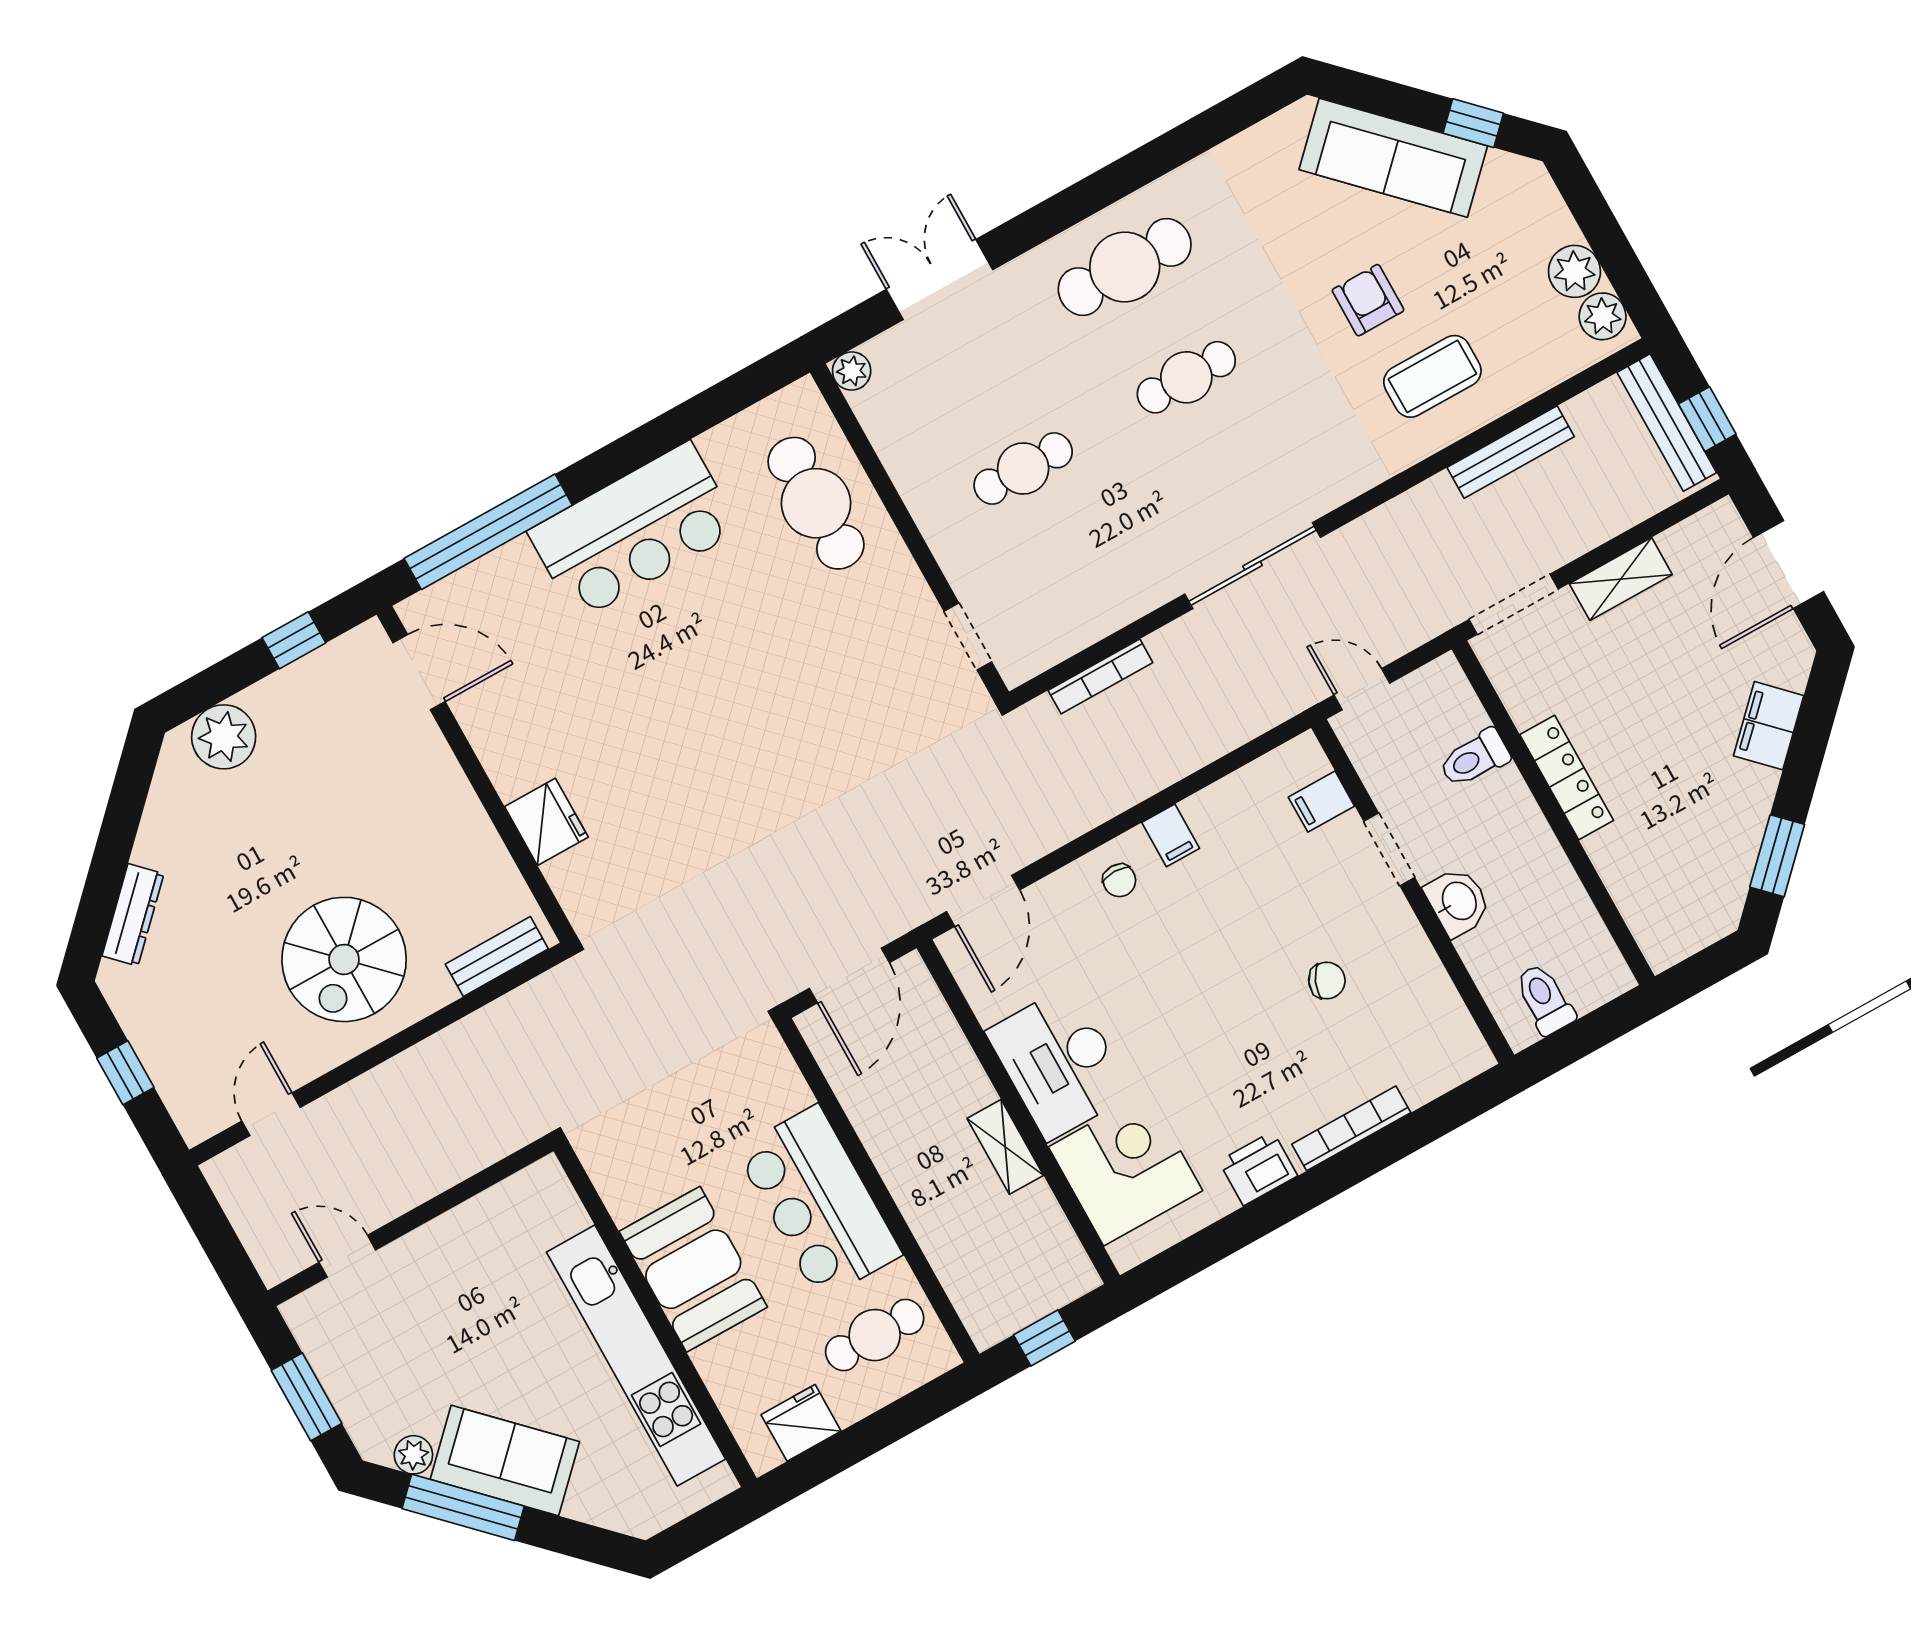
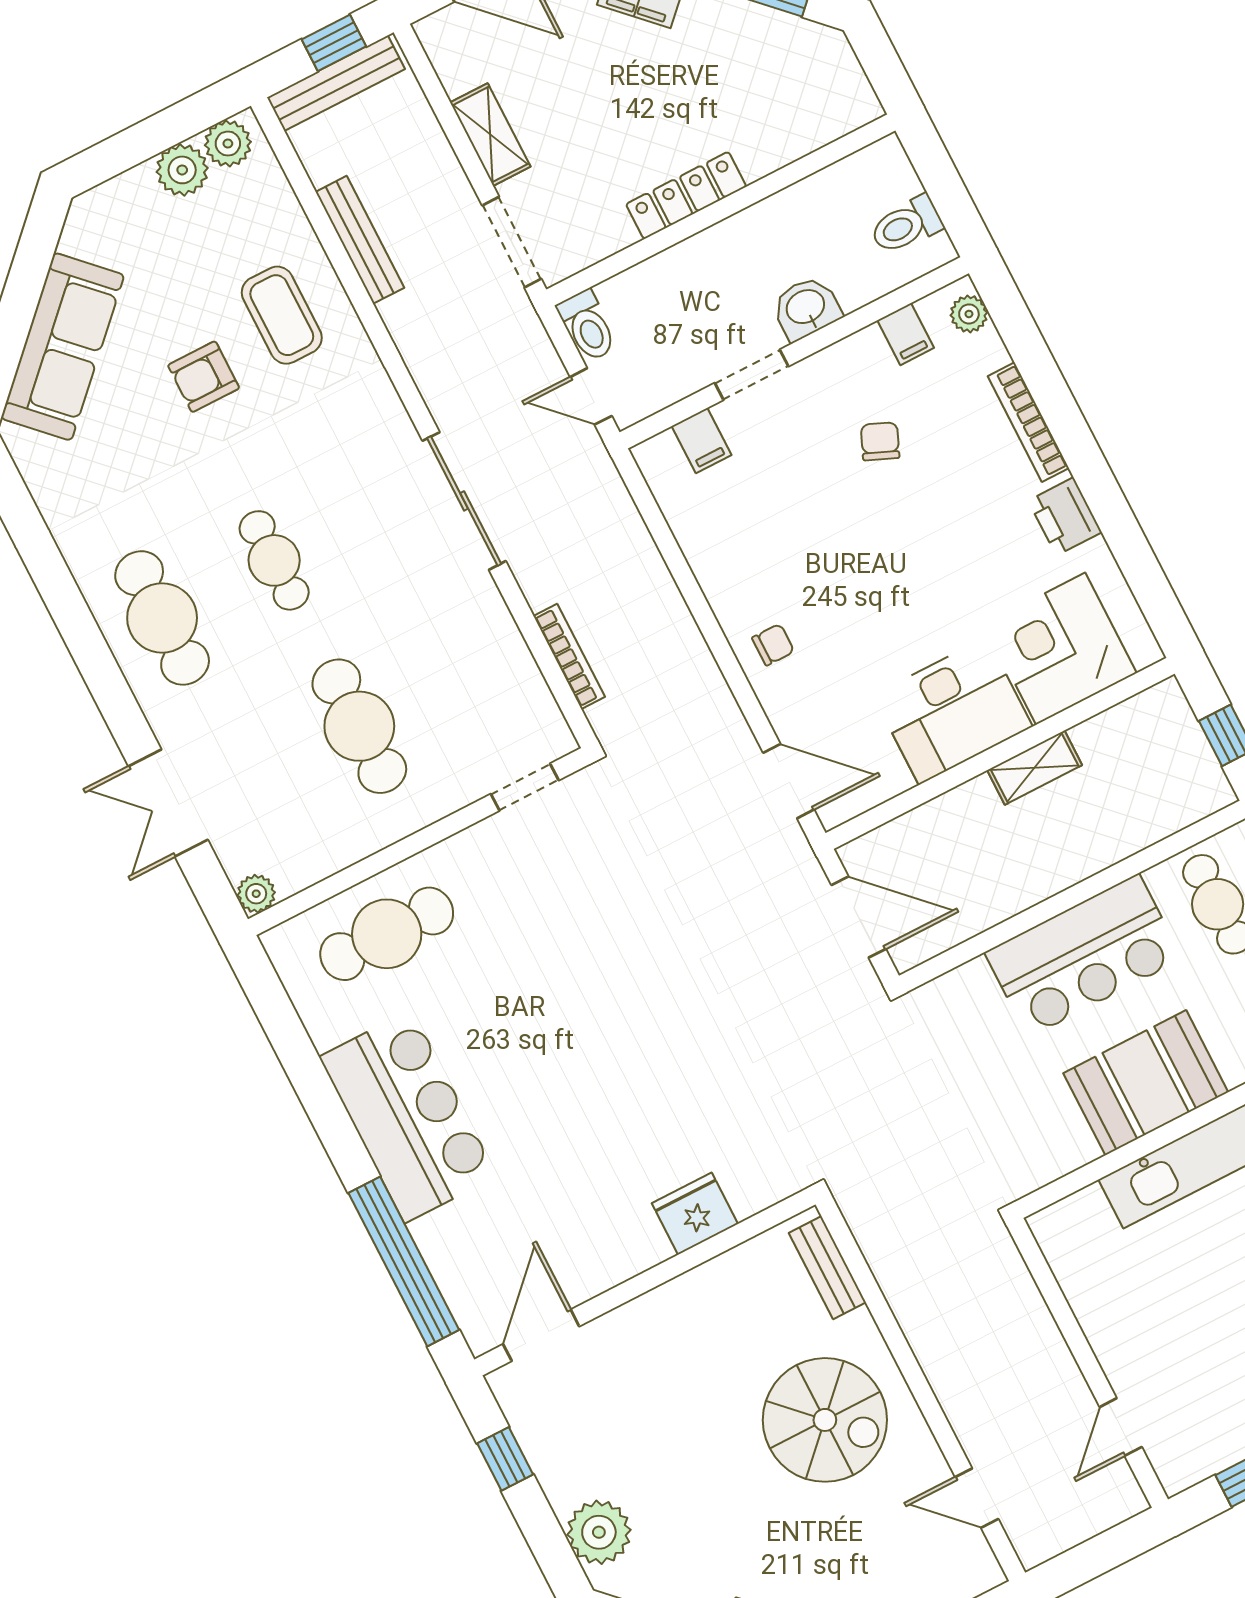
window: (1473, 123) -> (31, 266), removed
cafe table: (1023, 469) -> (359, 726), width x1.37, depth x1.35
door: (1362, 689) -> (591, 396), hinge flipped
toilet: (1474, 758) -> (587, 326), moved
filing cabinet: (1171, 835) -> (906, 334), moved, turned 90
plant: (1458, 1065) -> (969, 314), added

